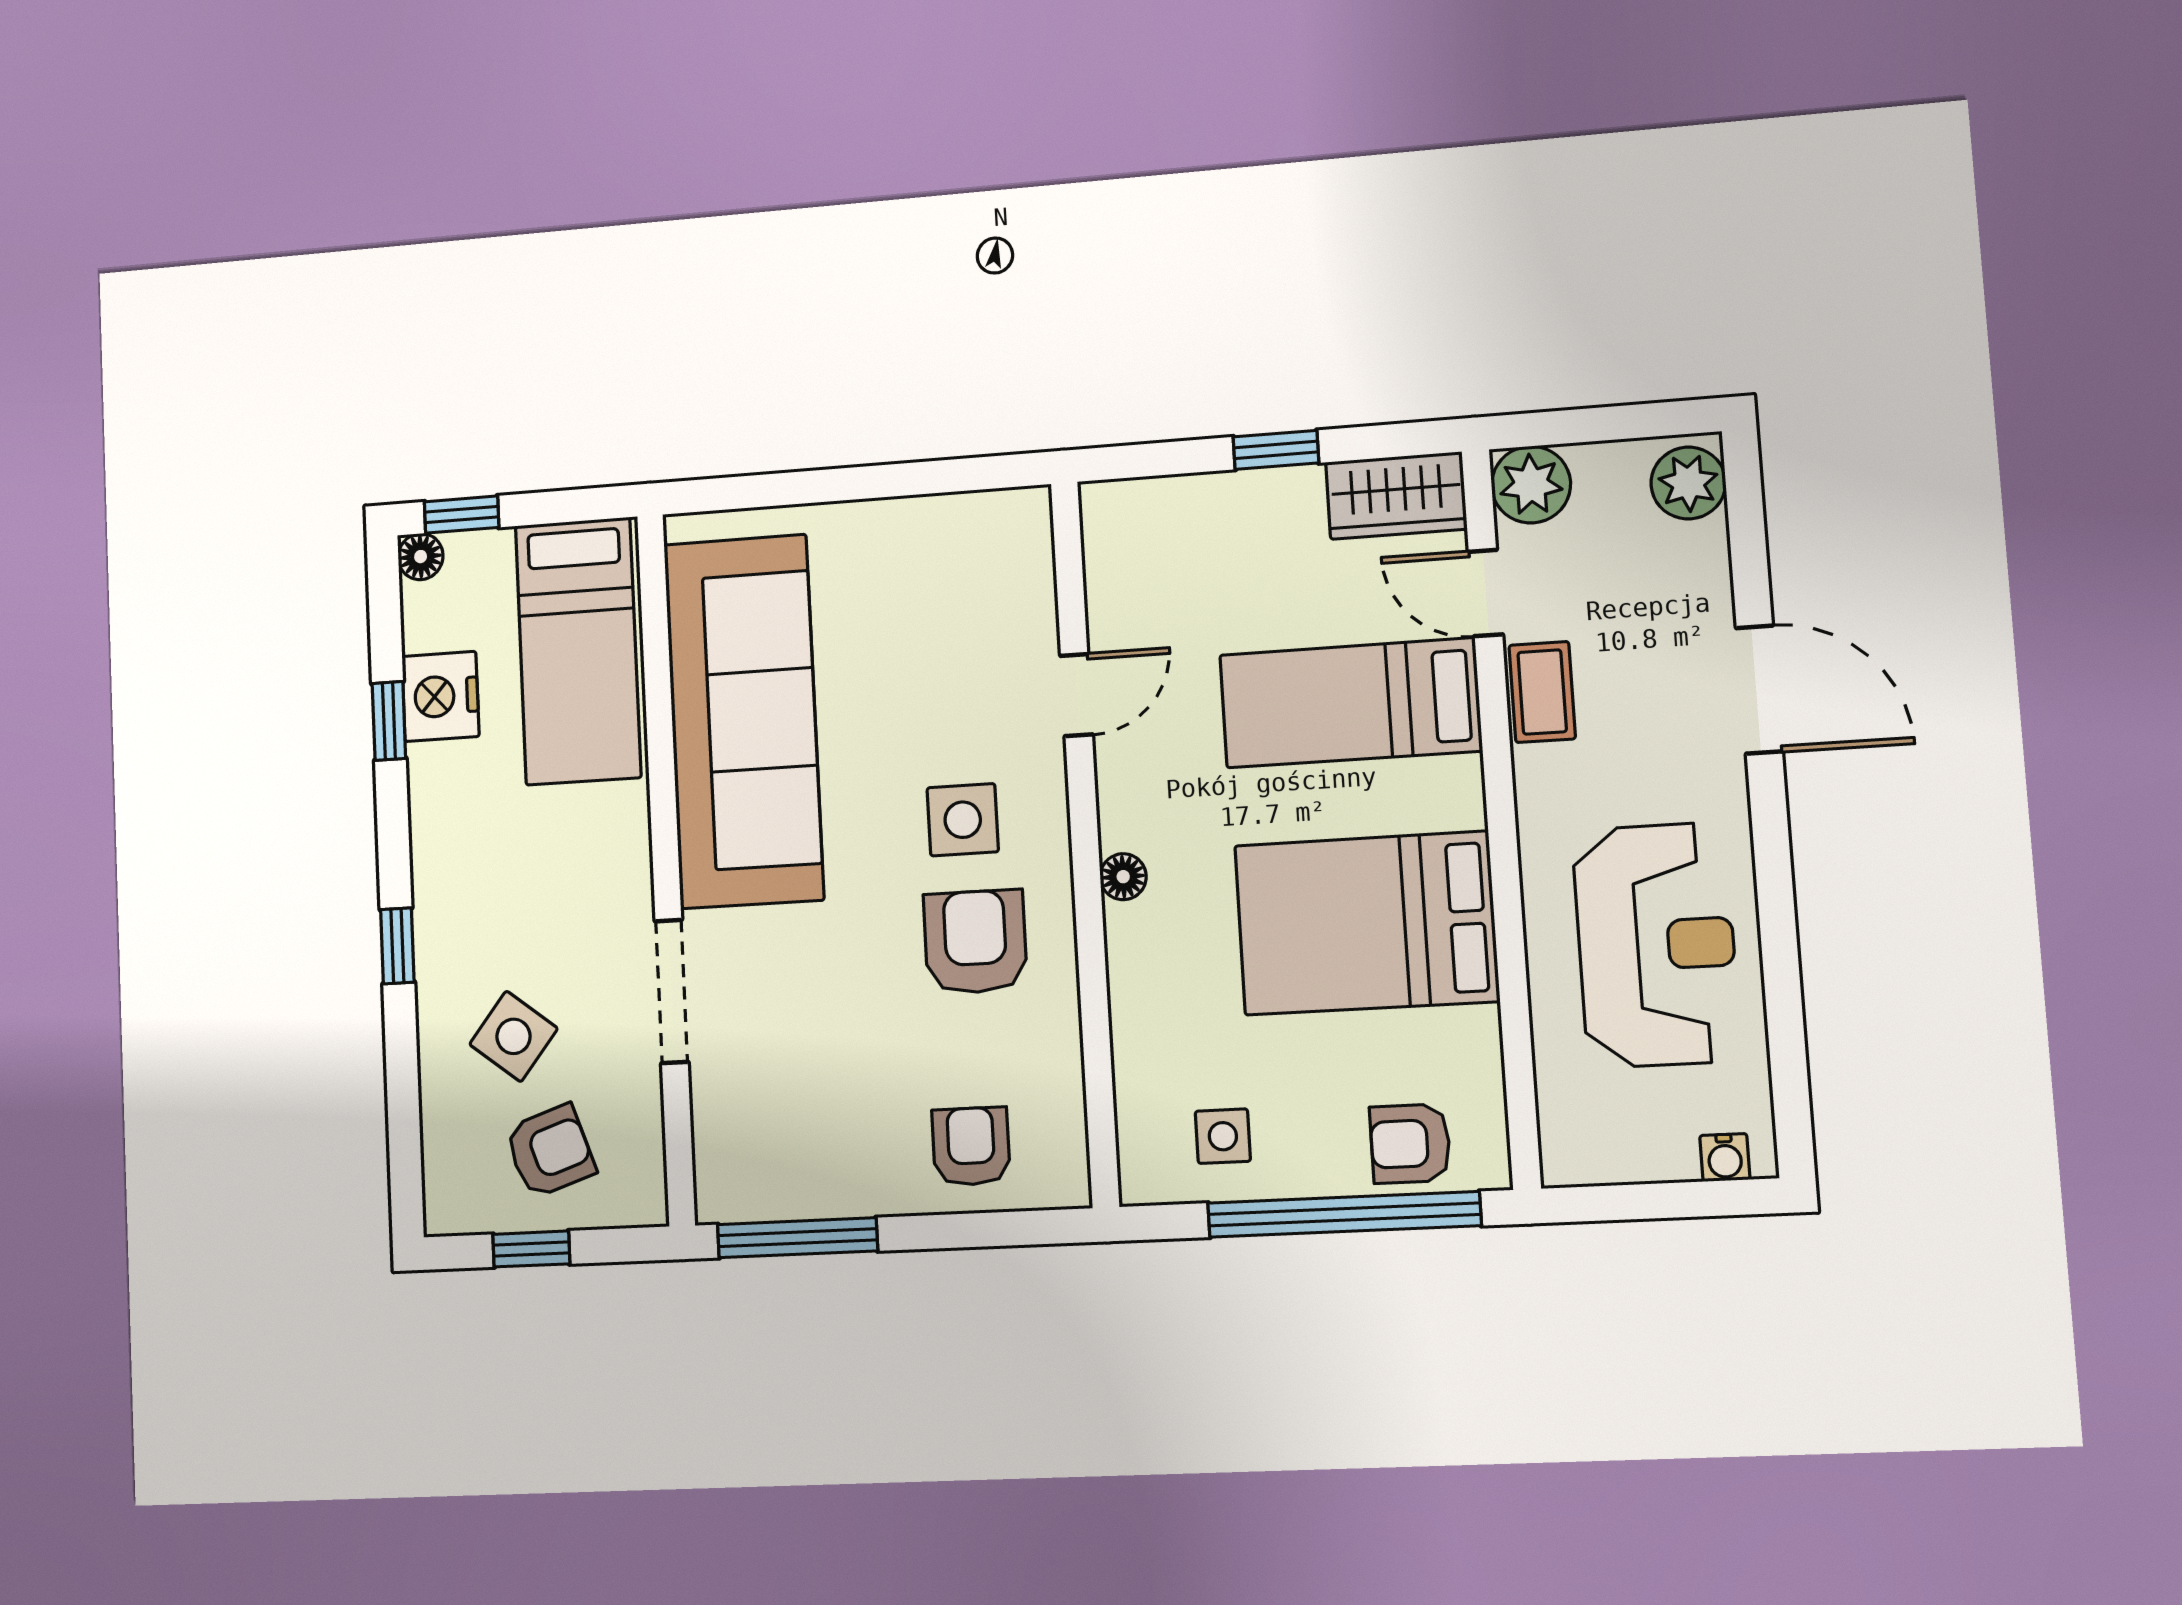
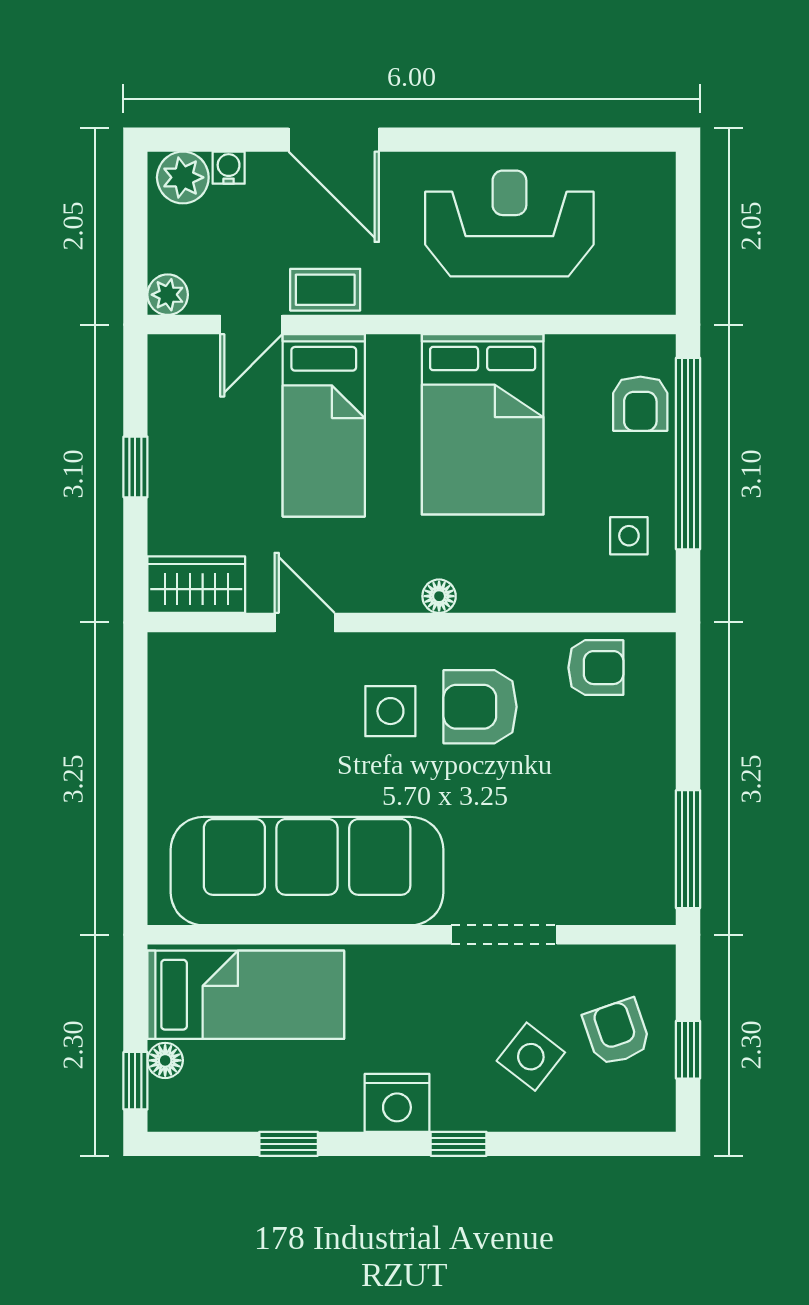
plant: (1531, 485) -> (168, 295), width x0.73, depth x0.73
wardrobe: (1396, 496) -> (196, 585), moved, turned -90
floor lamp: (421, 557) -> (165, 1060), moved
door: (1759, 690) -> (334, 140), swing flipped
nightstand: (440, 696) -> (397, 1103), moved
armchair: (971, 1146) -> (596, 668), moved, turned 180
water cooler: (1725, 1158) -> (229, 168), moved, turned -90

